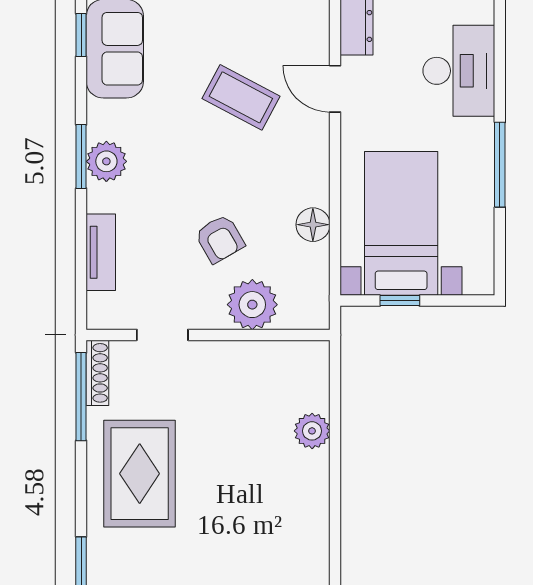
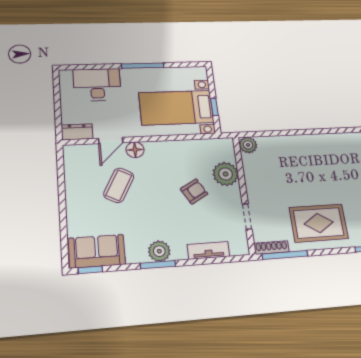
floor lamp: (313, 225) -> (135, 150), moved
plant: (312, 431) -> (248, 145), moved

